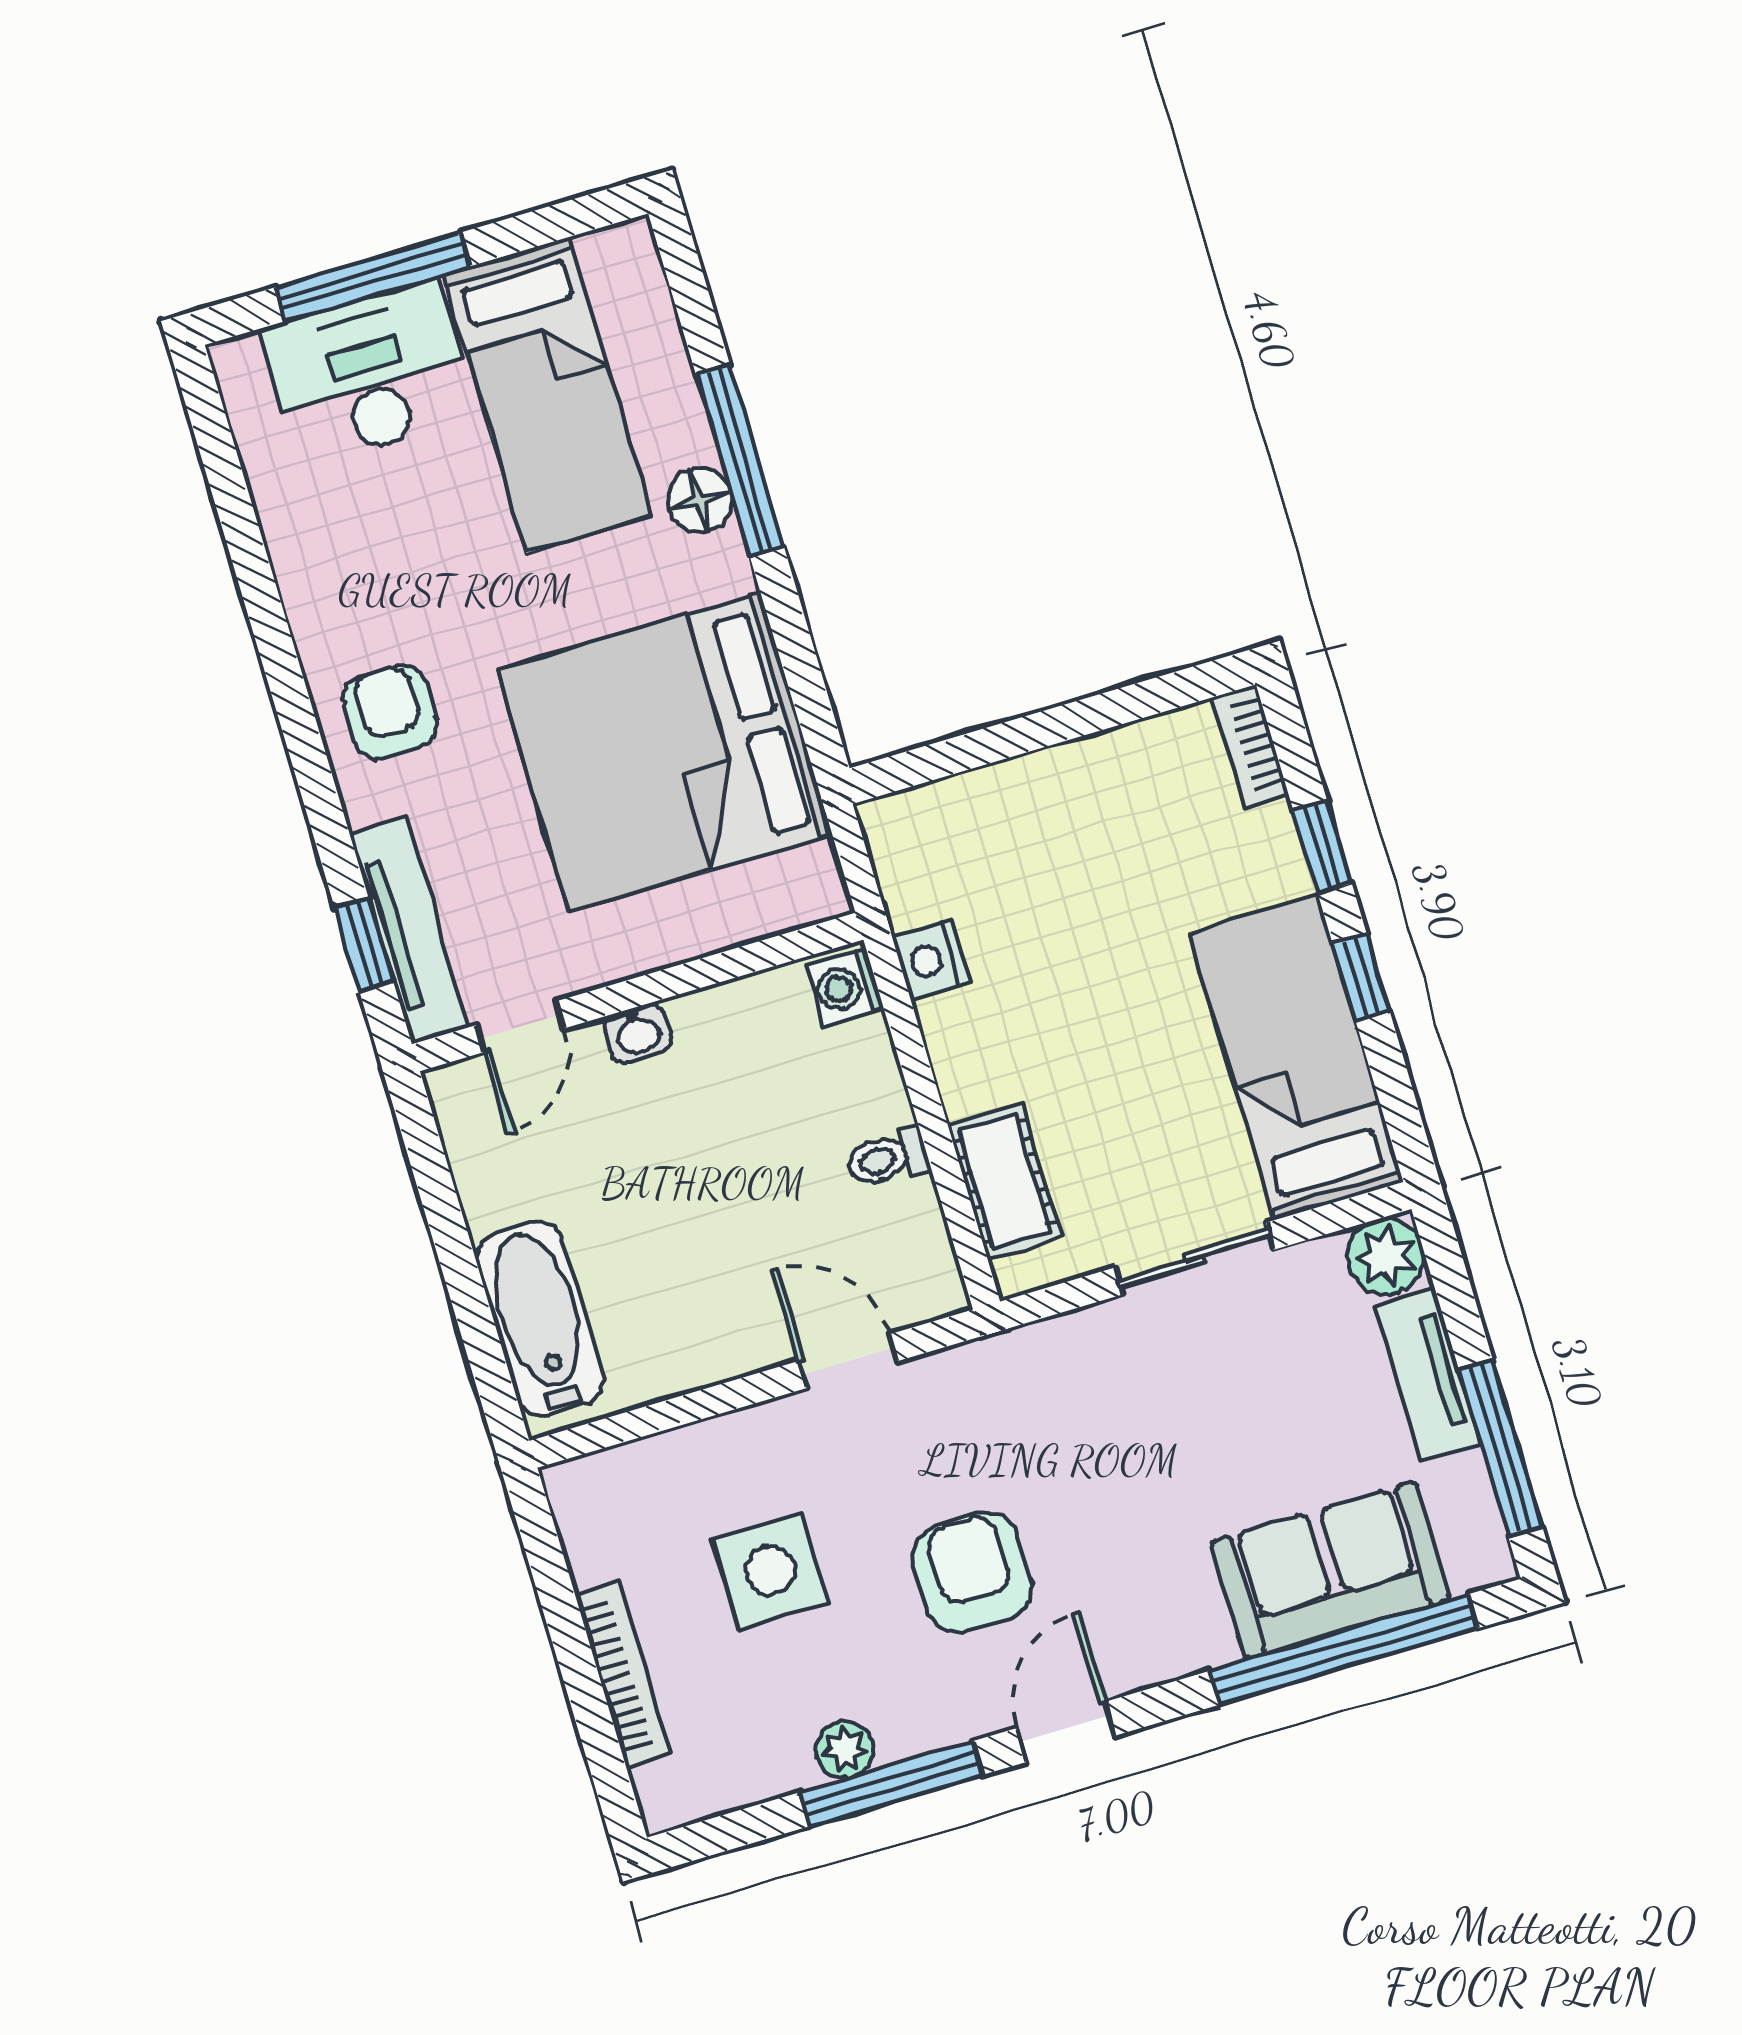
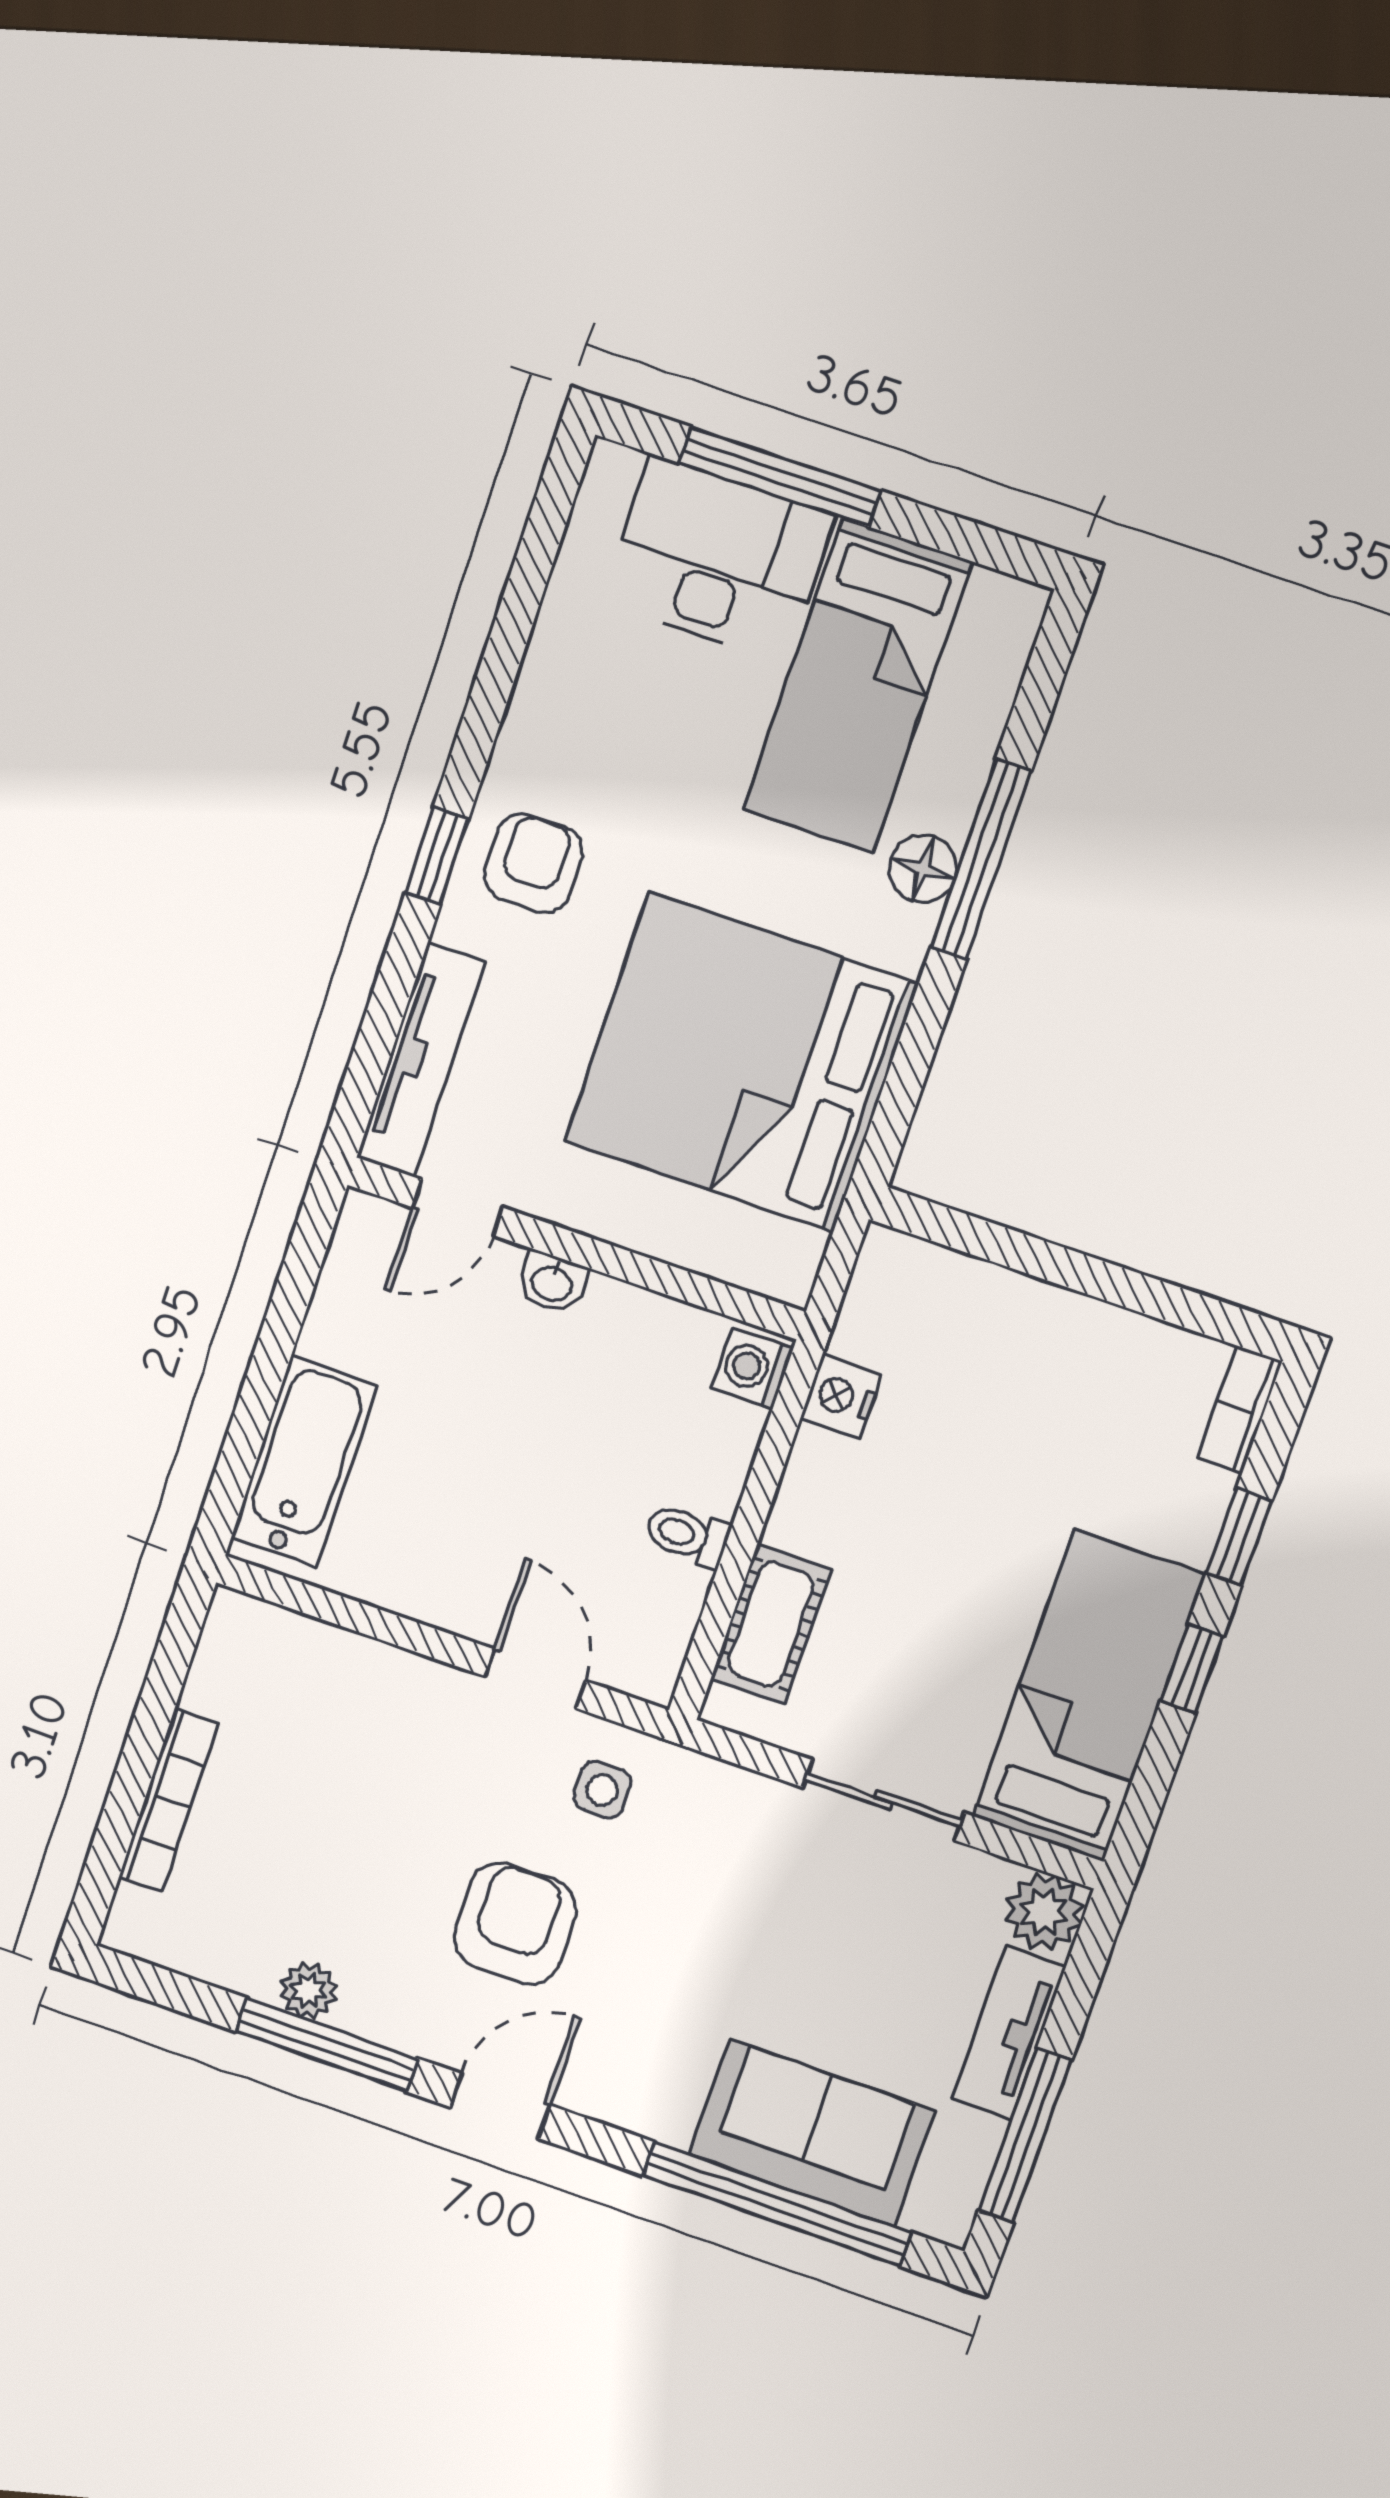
window: (364, 944) -> (437, 856), moved
side table: (771, 1571) -> (602, 1790), moved, width x0.54, depth x0.54

